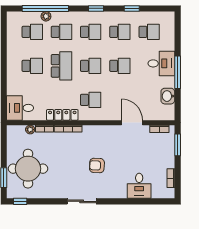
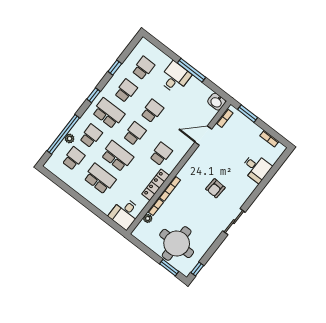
school desk: (91, 32) -> (108, 113), width x1.85
school desk: (32, 66) -> (100, 179), width x1.85
washbasin: (168, 96) -> (217, 102), moved

